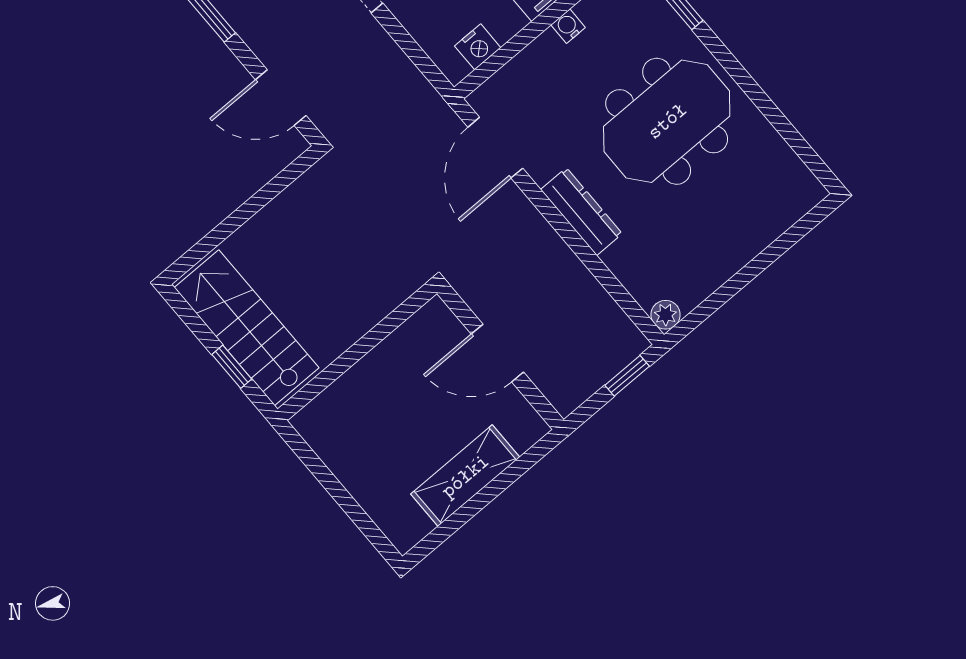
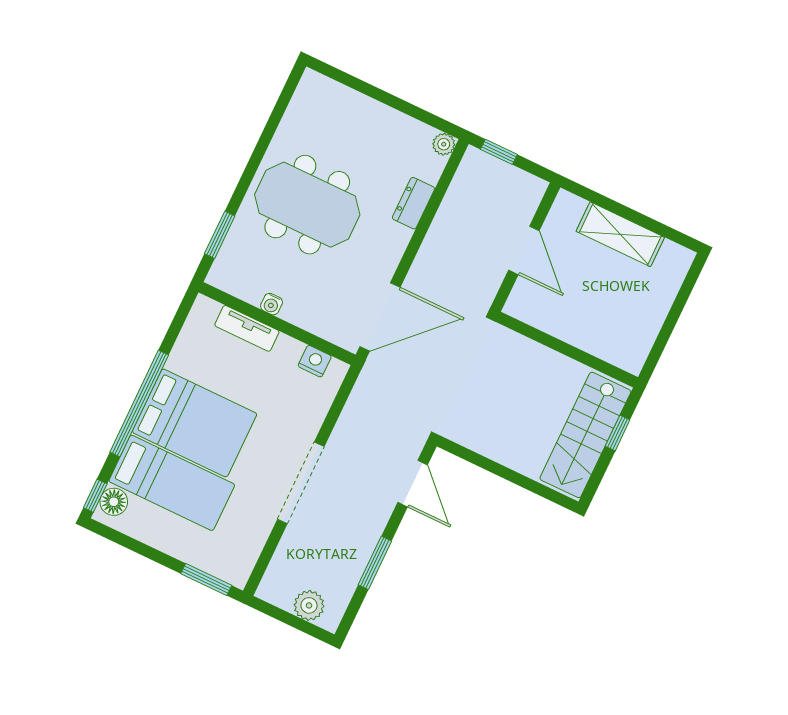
door: (495, 148) -> (380, 317), width x1.36
dresser: (581, 212) -> (413, 203), moved, width x0.70

